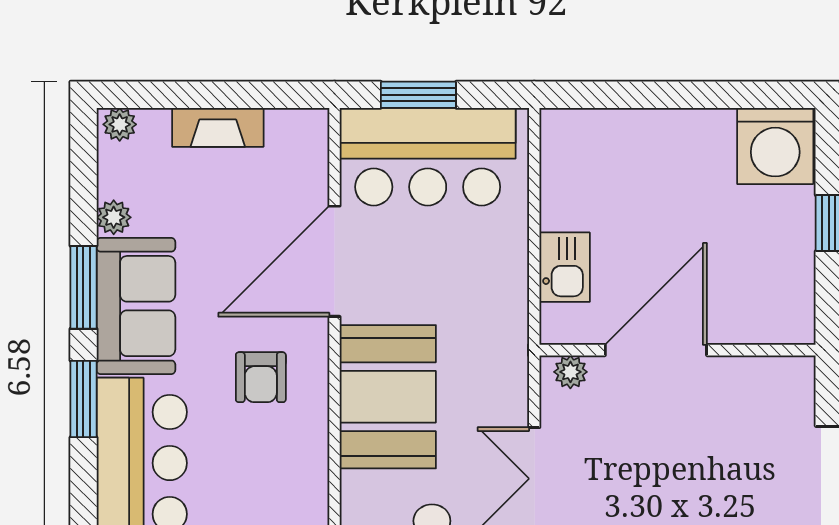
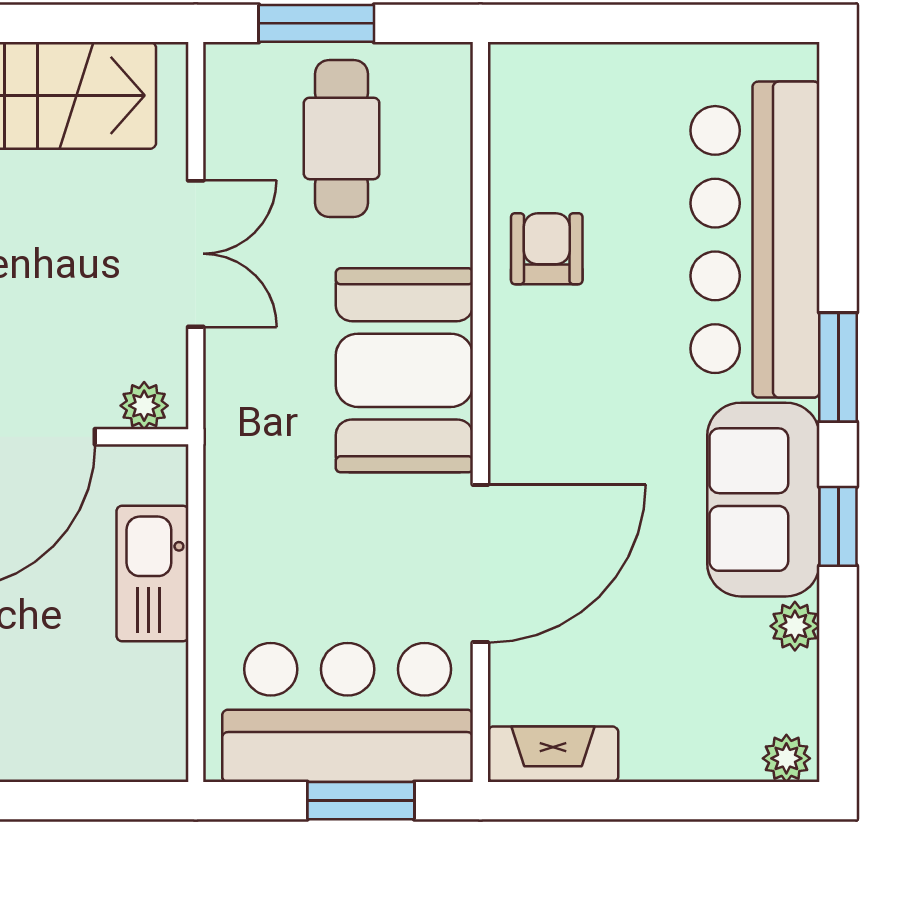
fireplace: (218, 127) -> (553, 754), moved
kitchen sink: (565, 267) -> (152, 573), width x1.38
window: (83, 287) -> (838, 526), width x0.67
armchair: (261, 377) -> (547, 249), moved

